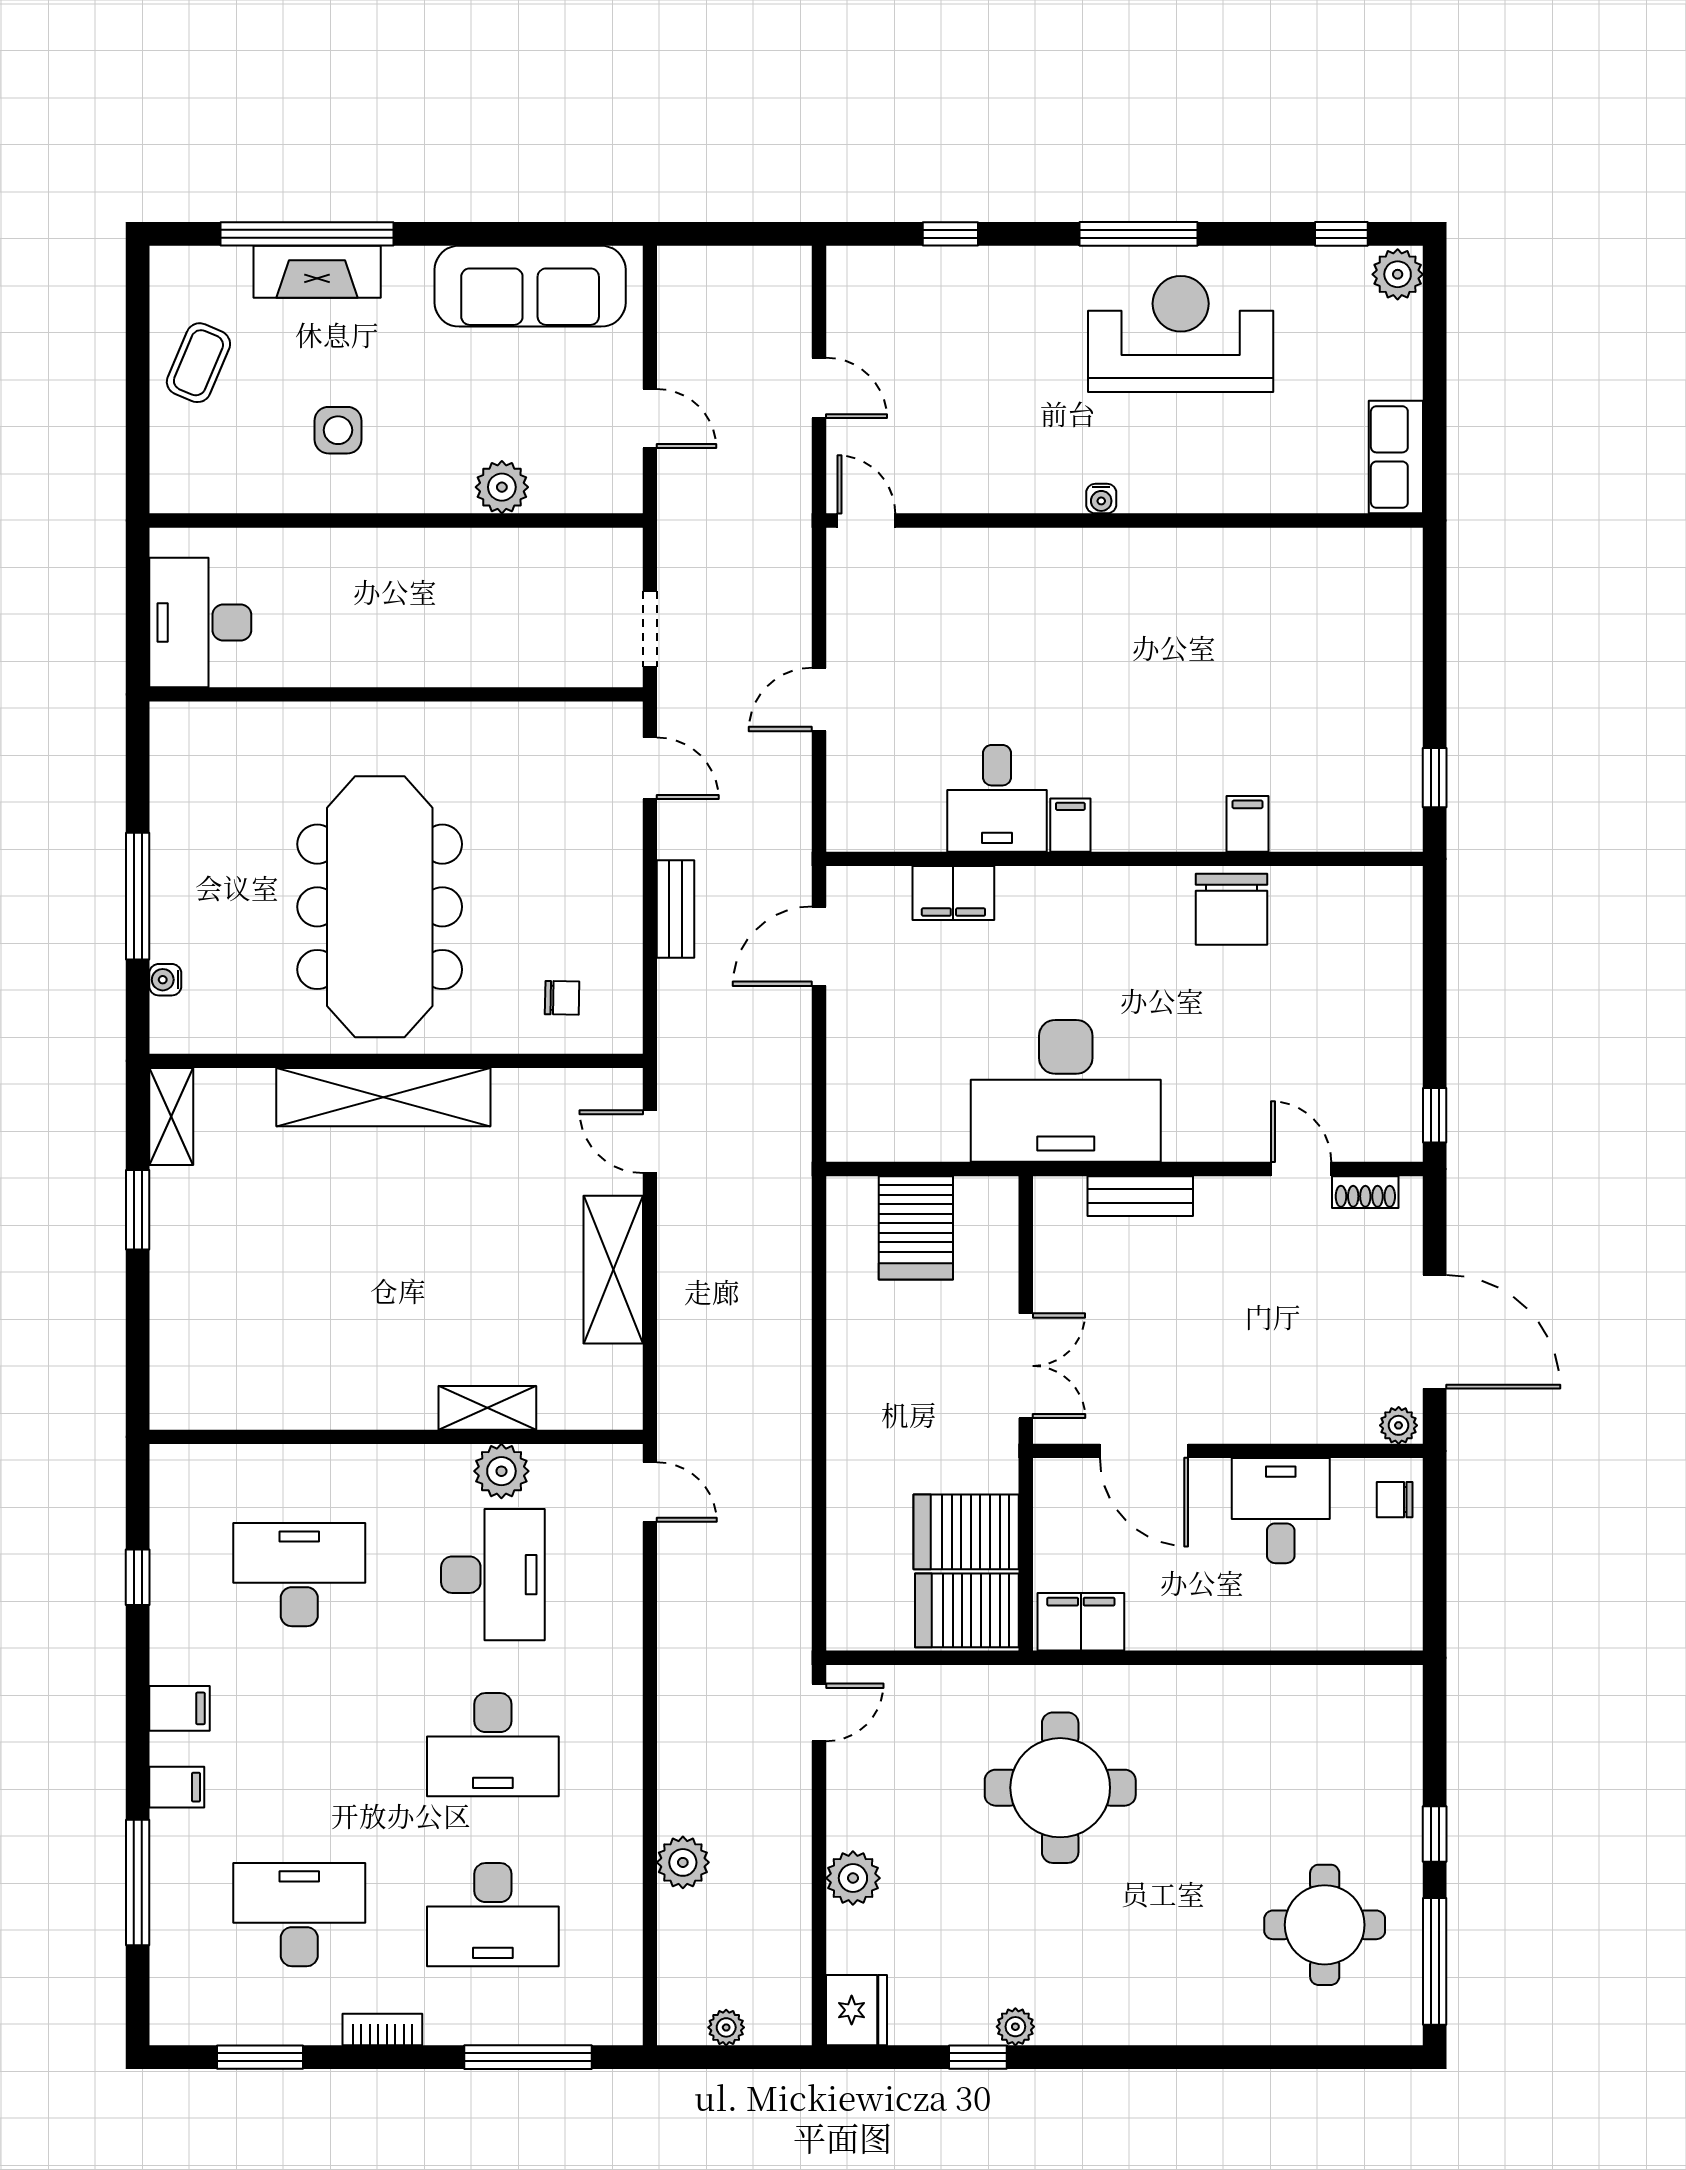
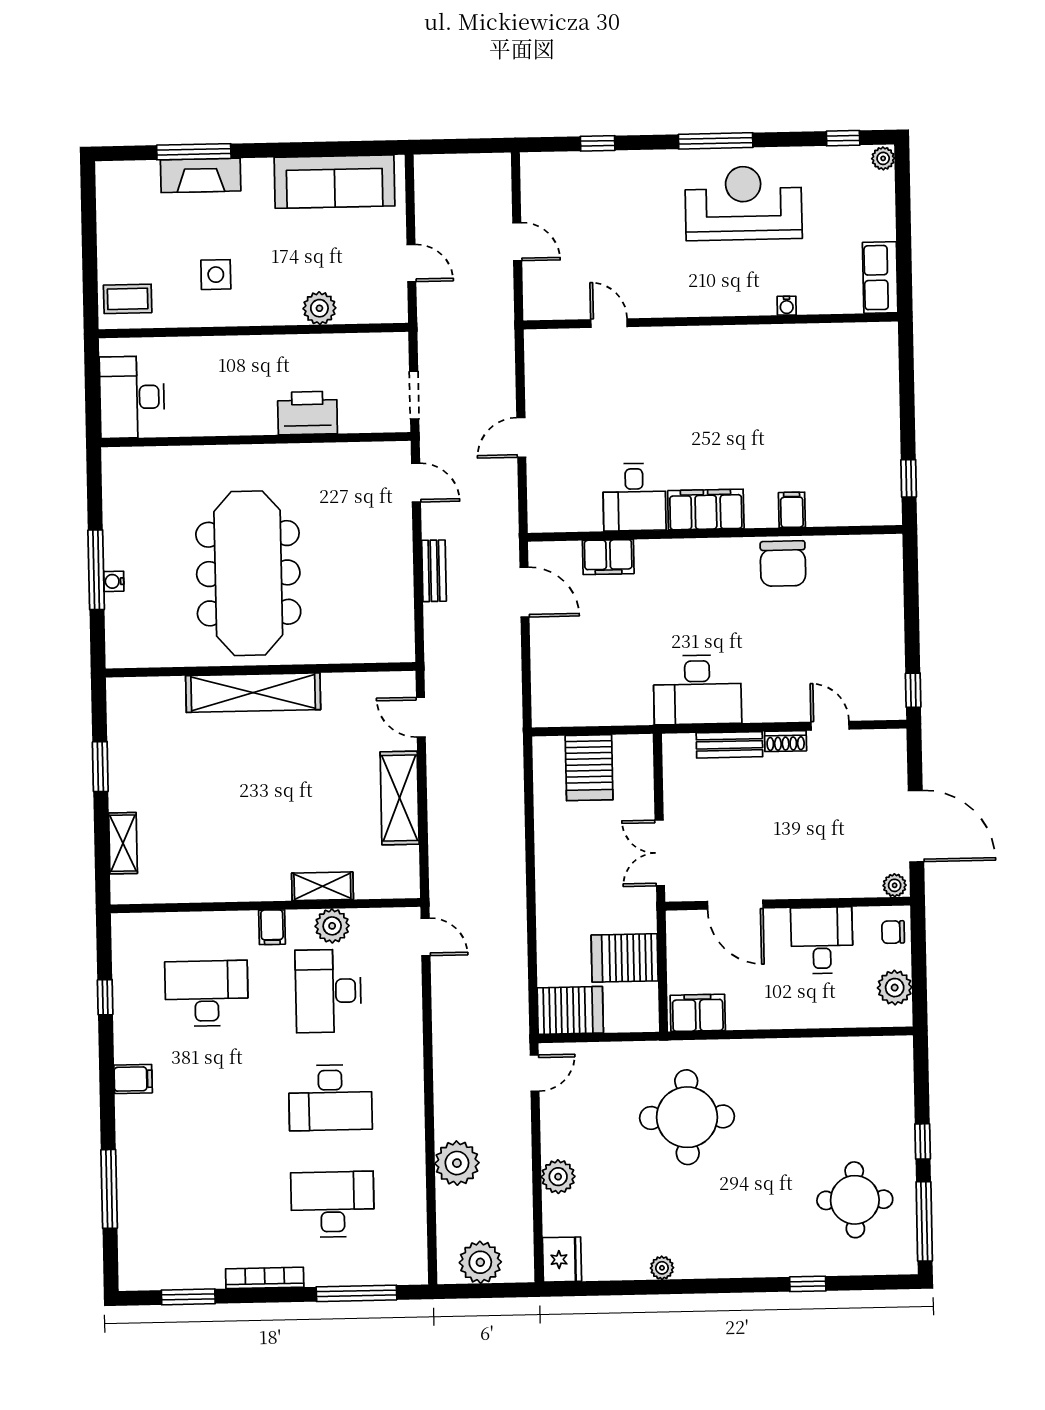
window: (307, 234) -> (194, 152), width x0.68
plant: (1398, 274) -> (883, 158), width x0.73, depth x0.73
coffee table: (198, 363) -> (128, 299), moved, turned 67
water cooler: (1101, 499) -> (787, 306), moved
door: (866, 520) -> (609, 323), moved
printer: (479, 654) -> (308, 413), added
filing cabinet: (1070, 825) -> (706, 510), width x3.00, depth x1.17
door: (819, 946) -> (525, 592), swing flipped
water cooler: (165, 980) -> (114, 581), moved
chair: (562, 998) -> (364, 628), removed
desk: (1066, 1091) -> (697, 690), width x0.73, depth x0.77
shelving: (171, 1116) -> (123, 843), moved
shoe rack: (1365, 1192) -> (786, 741), moved
double door: (1026, 1366) -> (660, 853), swing flipped
desk: (493, 1575) -> (328, 991), turned 180
plant: (1395, 1588) -> (895, 988), added
server rack: (967, 1610) -> (570, 1010), moved, turned 180
filing cabinet: (177, 1787) -> (272, 927), moved, turned 90
plant: (683, 1862) -> (457, 1163), width x1.36, depth x1.36
desk: (299, 1915) -> (211, 1207), removed
desk: (493, 1915) -> (333, 1204), turned 180
plant: (726, 2027) -> (480, 1262), width x1.88, depth x1.88
bookcase: (382, 2030) -> (265, 1278), width x1.56
window: (978, 2057) -> (808, 1284), moved

